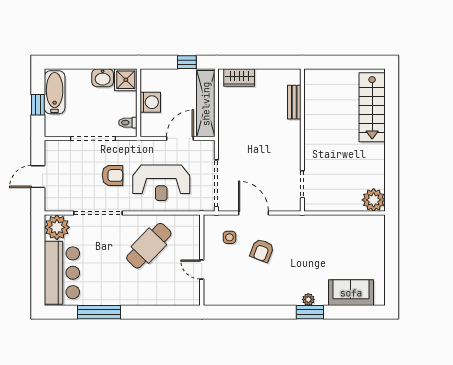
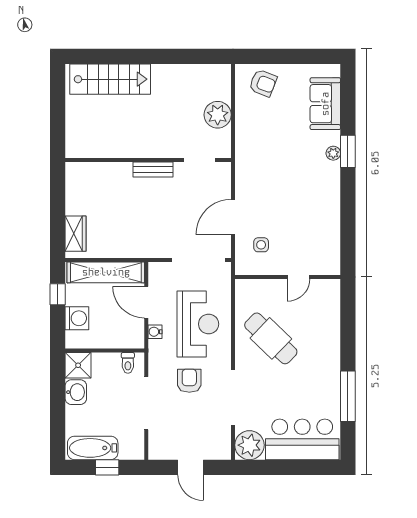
washing machine: (150, 102) -> (77, 318), moved, turned 90
bench: (294, 102) -> (153, 170), moved
water cooler: (155, 146) -> (155, 332), added
plant: (374, 200) -> (218, 115), moved
armchair: (262, 250) -> (263, 83), moved

